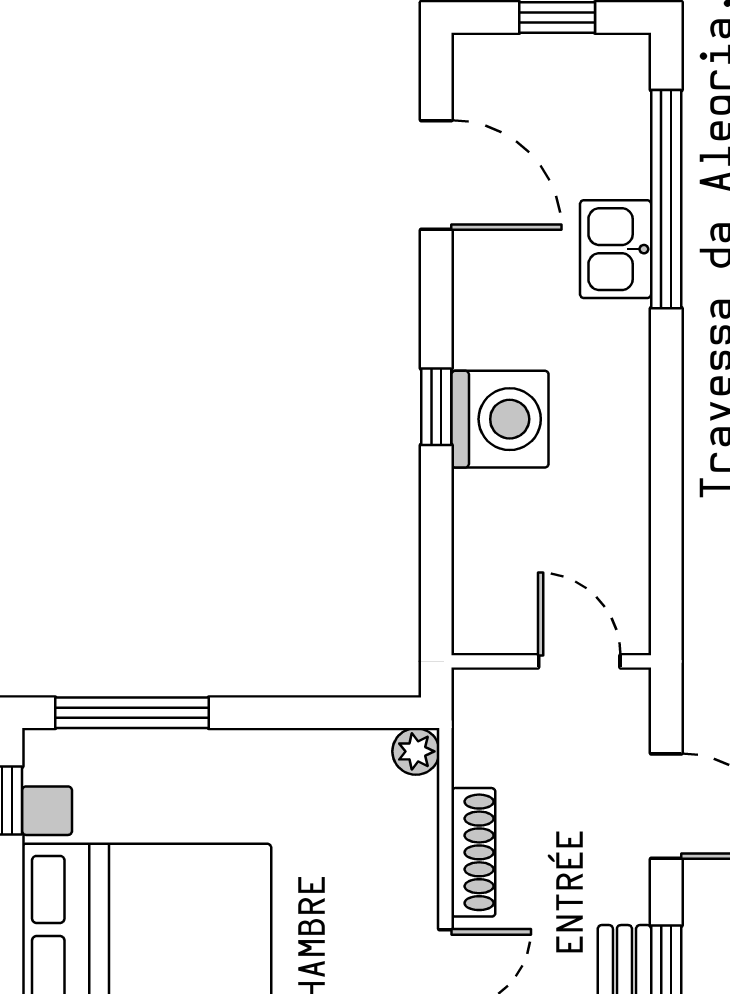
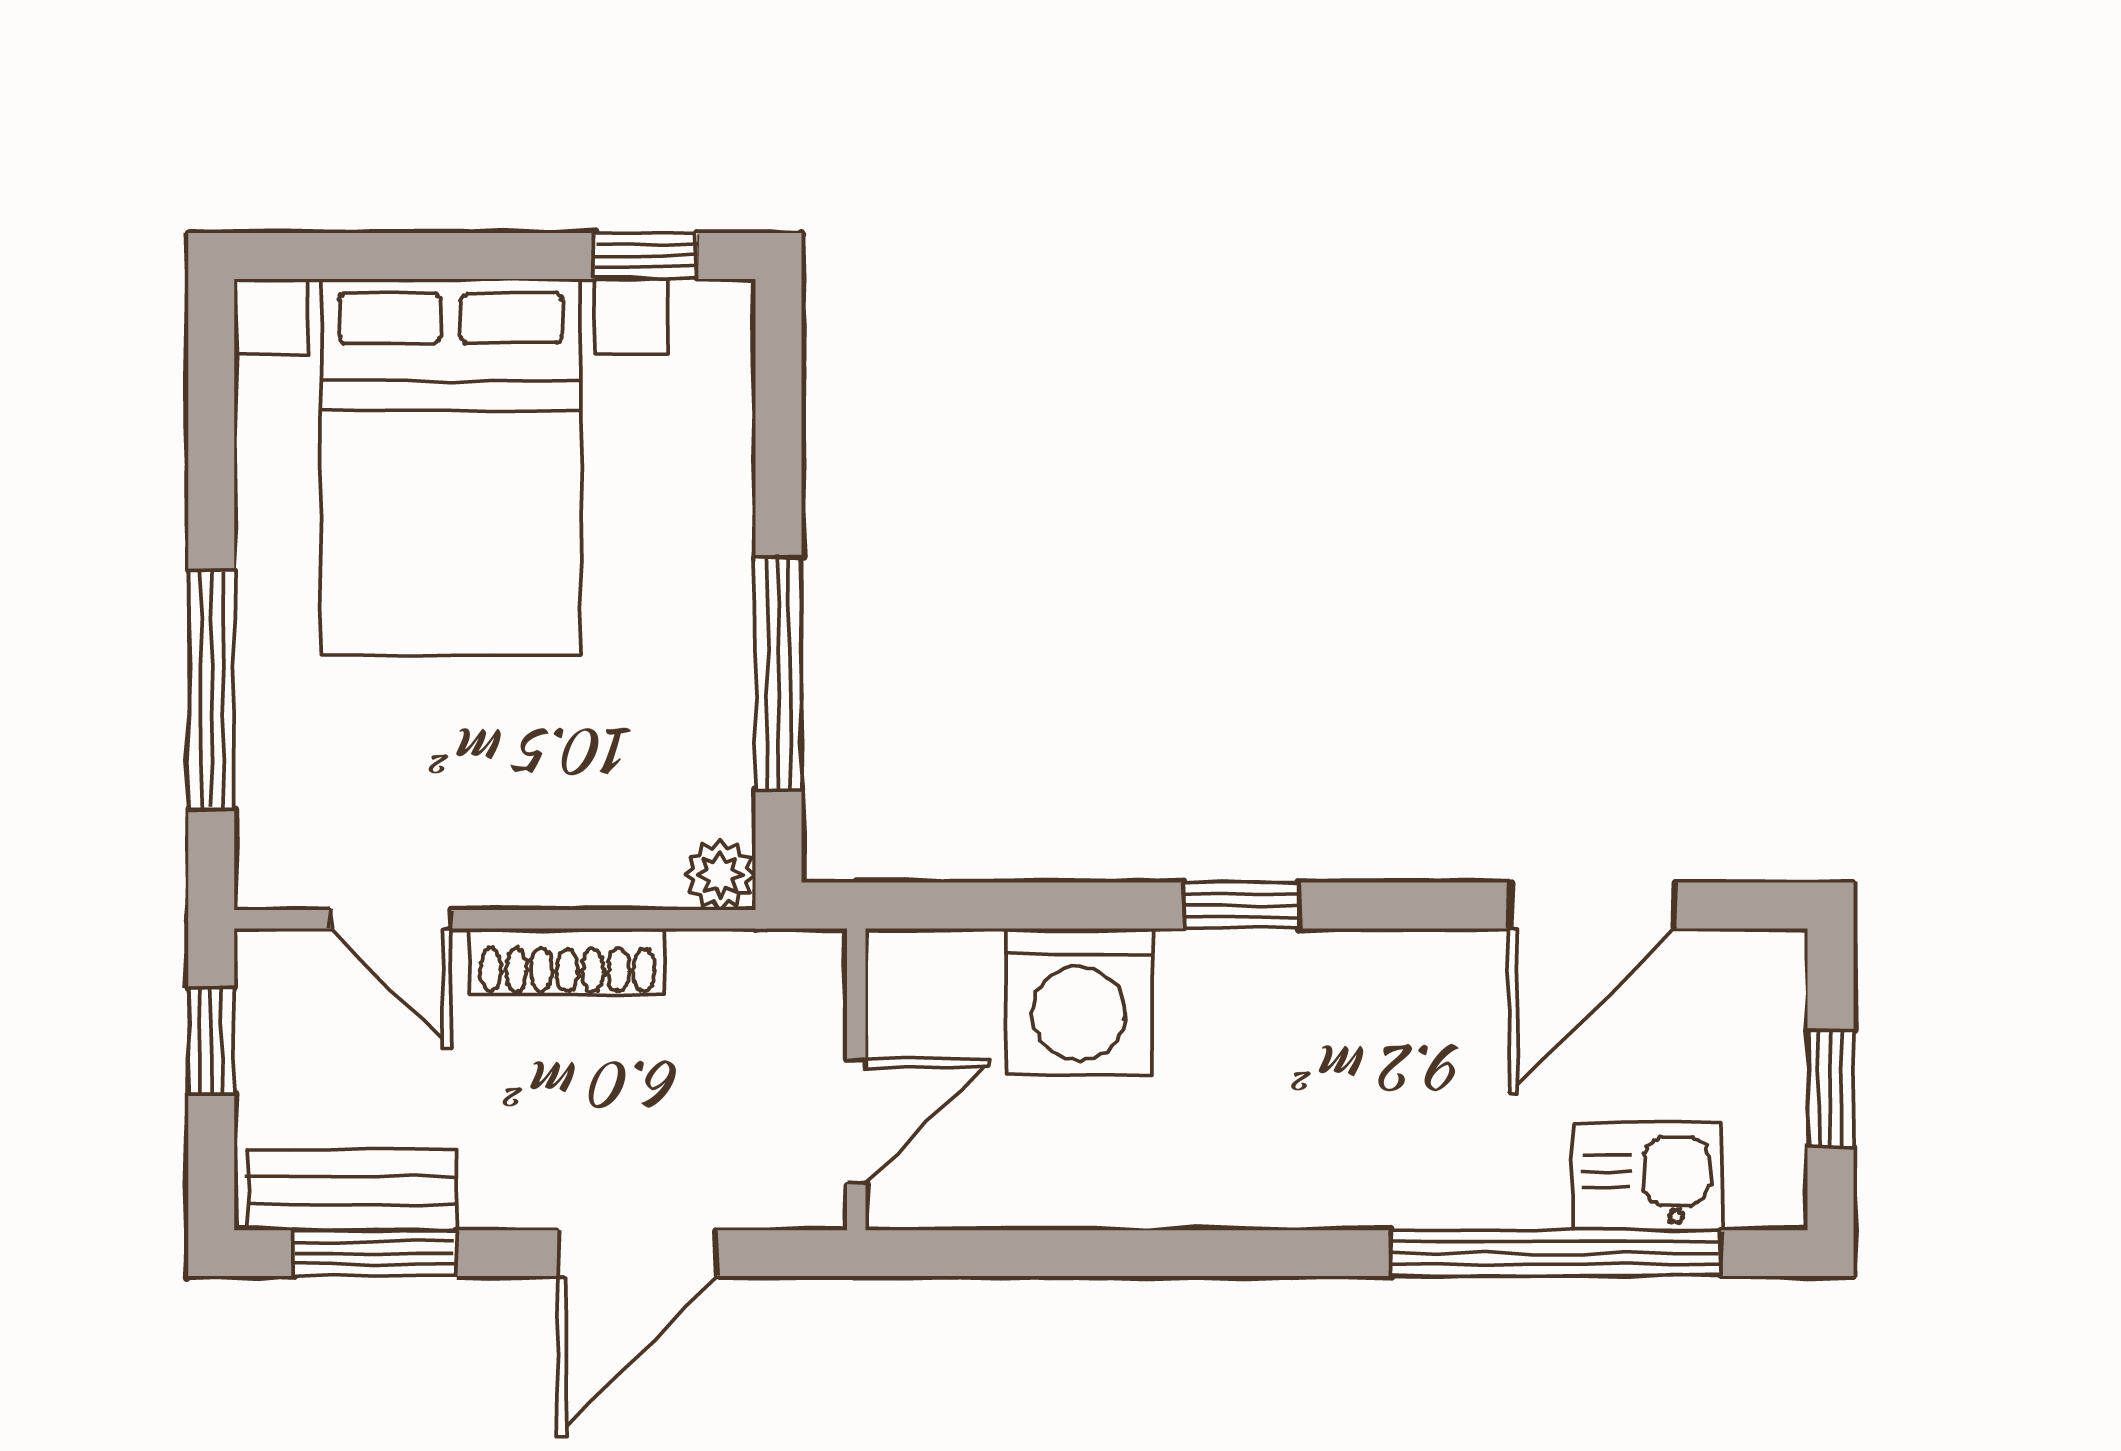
kitchen sink: (616, 249) -> (1647, 1177), moved
washing machine: (500, 419) -> (1079, 1002), moved
window: (132, 713) -> (778, 674), moved

